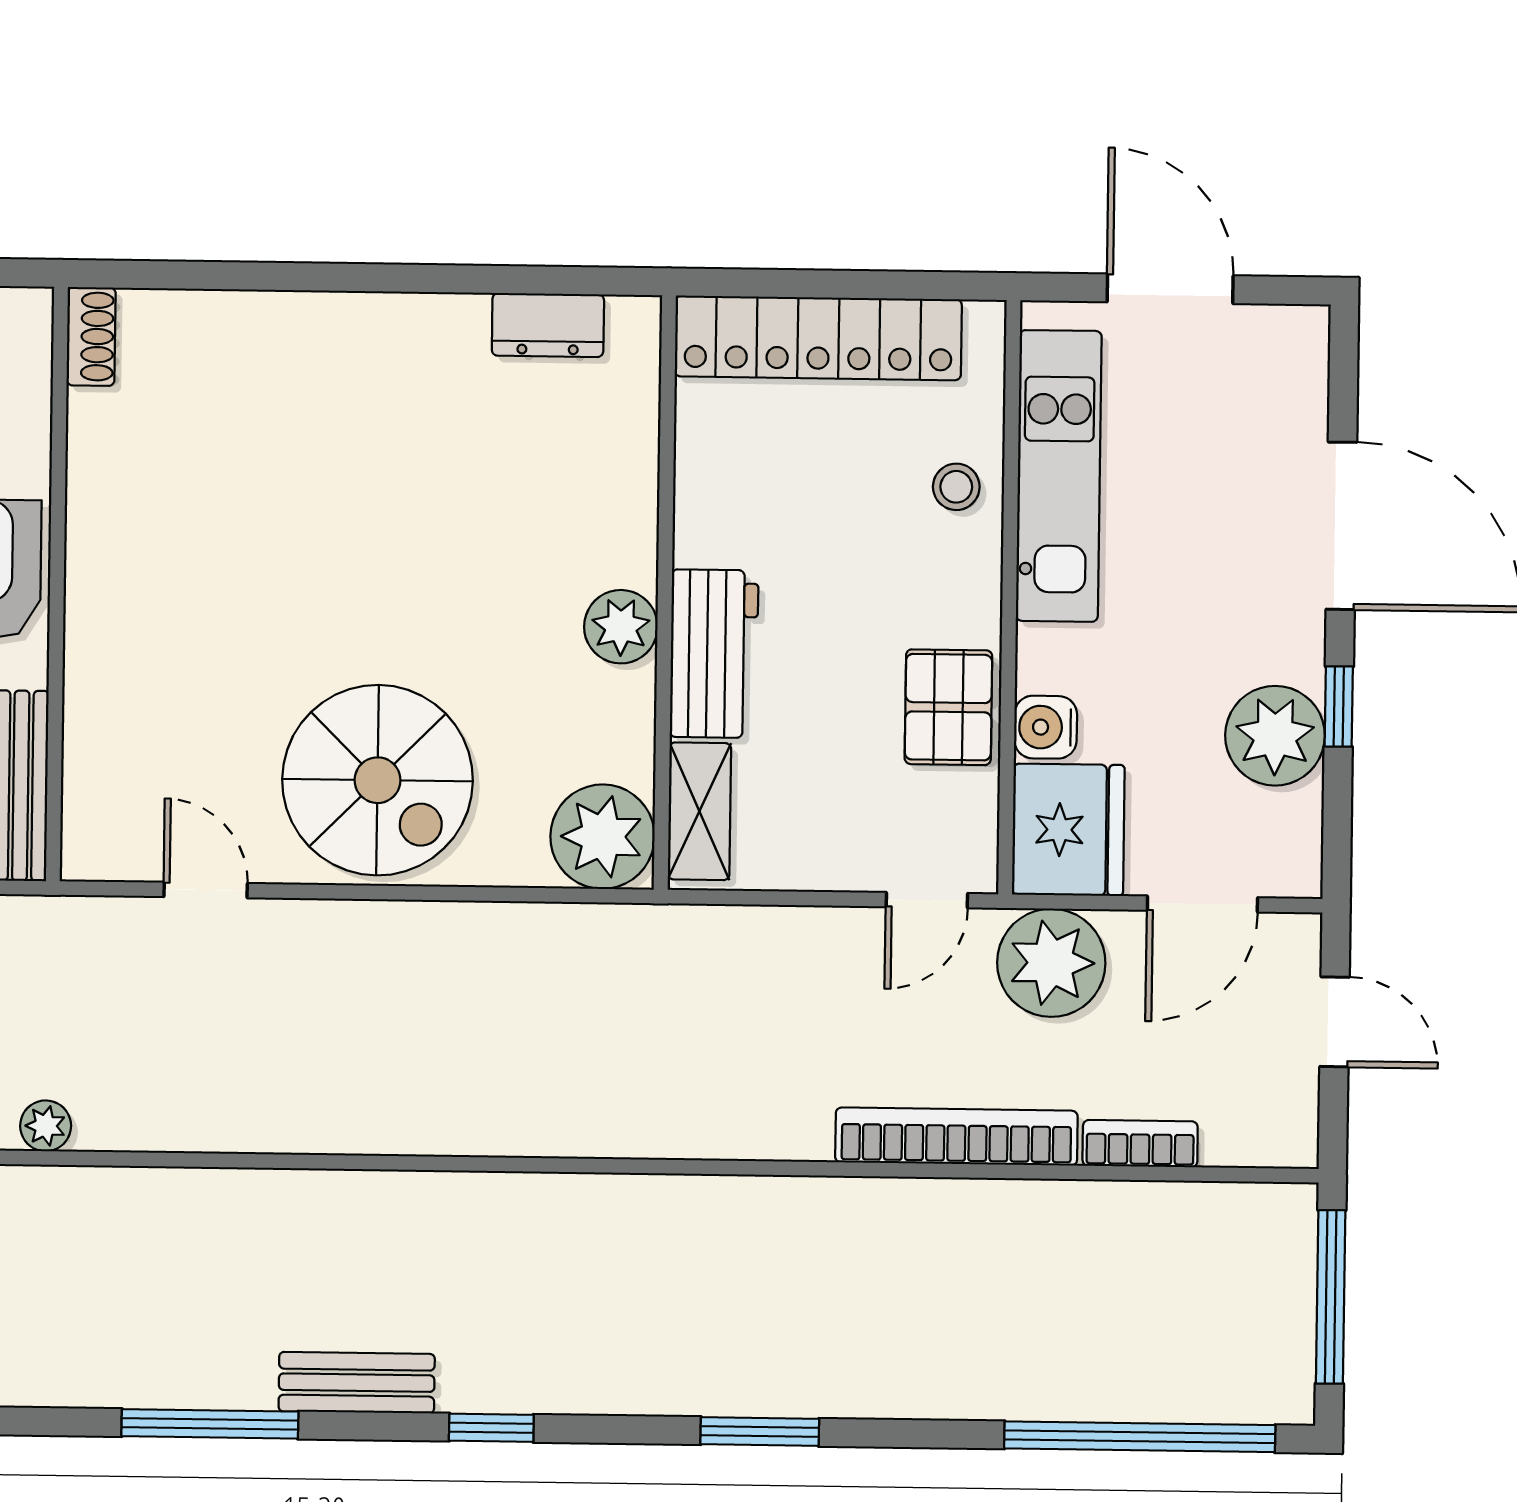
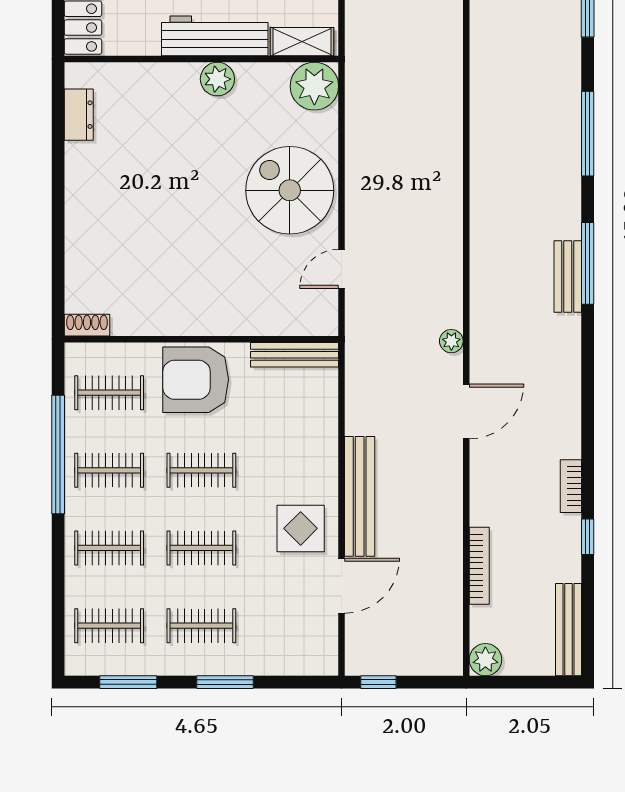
workbench: (714, 654) -> (215, 36), width x1.38
spiral stairs: (378, 780) -> (290, 190), turned -90
bench: (357, 1383) -> (568, 277), moved
window: (491, 1428) -> (588, 134), width x2.17

